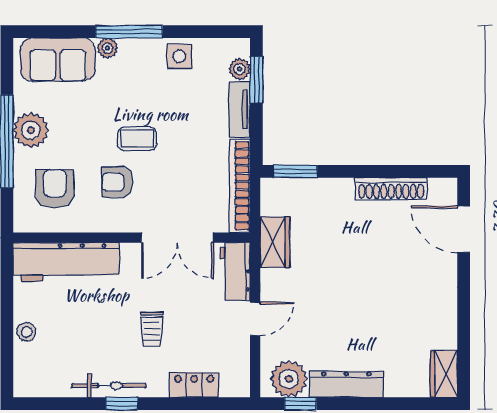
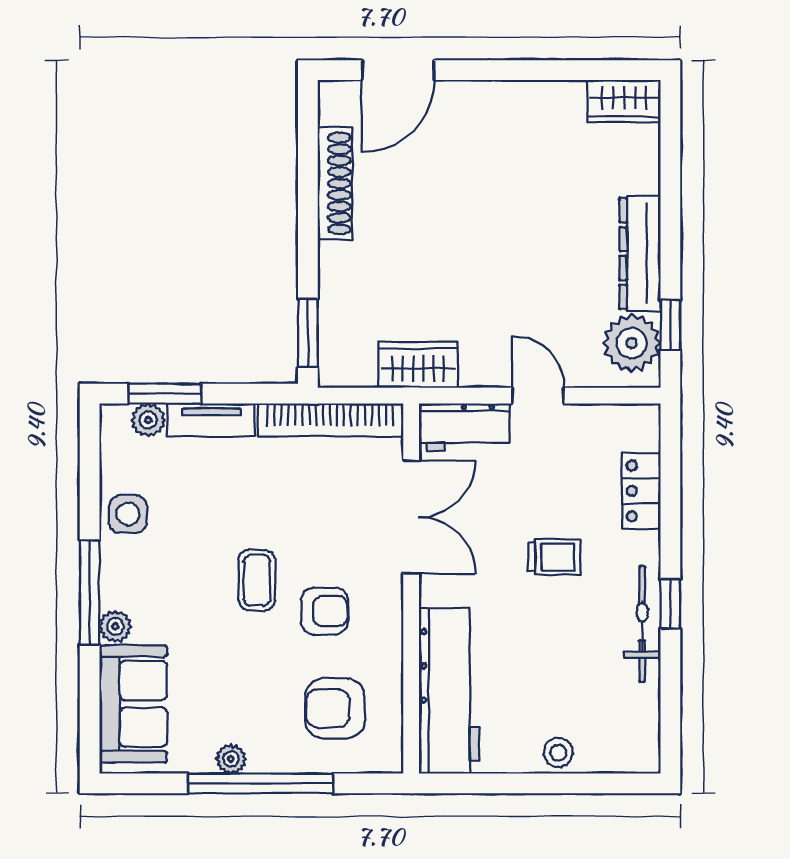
plant: (31, 130) -> (231, 759), width x0.53, depth x0.53
armchair: (117, 182) -> (325, 611), turned -90

